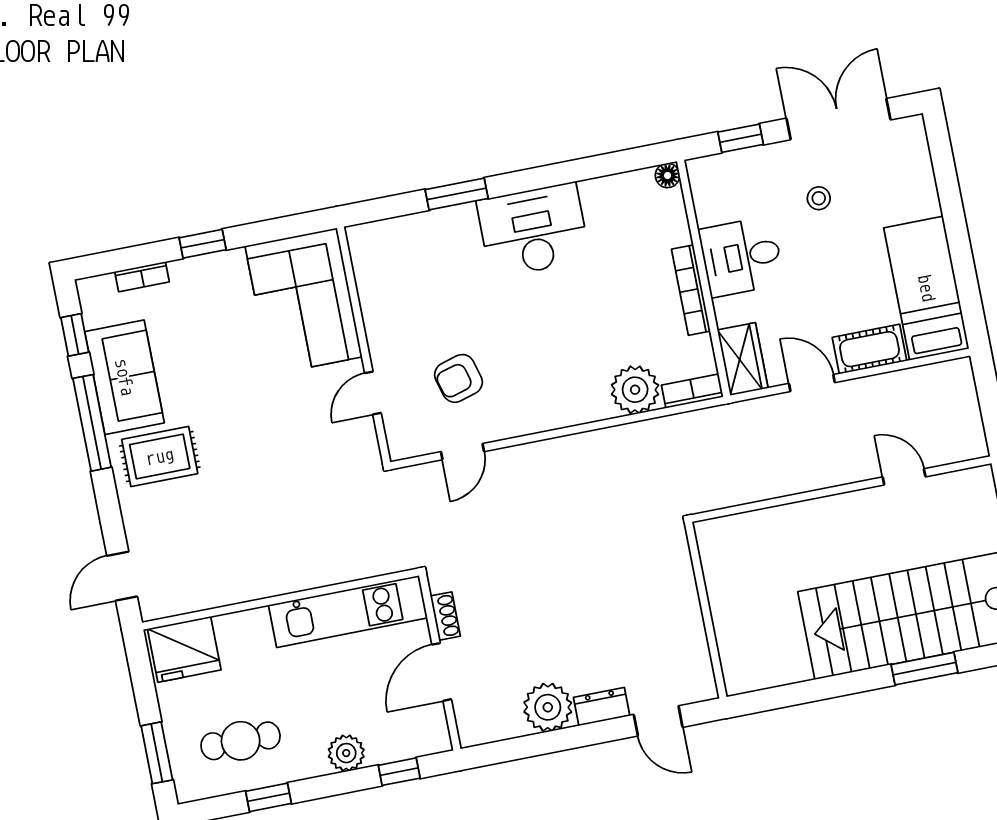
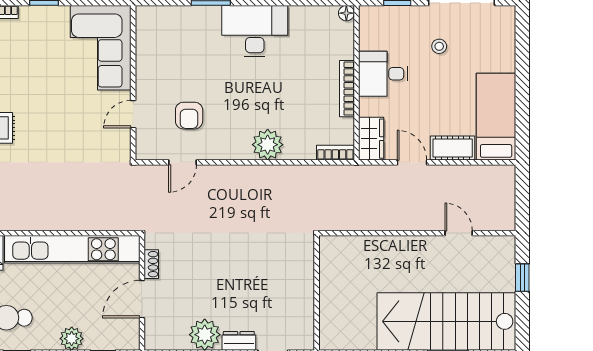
armchair: (459, 378) -> (189, 116), turned -74
plant: (635, 390) -> (268, 145), moved
kitchen unit: (348, 611) -> (72, 249), width x1.36

